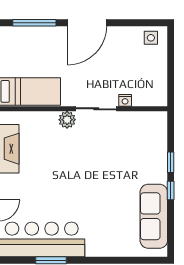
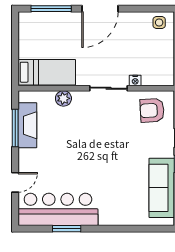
plant: (67, 120) -> (63, 98), moved
armchair: (143, 133) -> (152, 110), added

